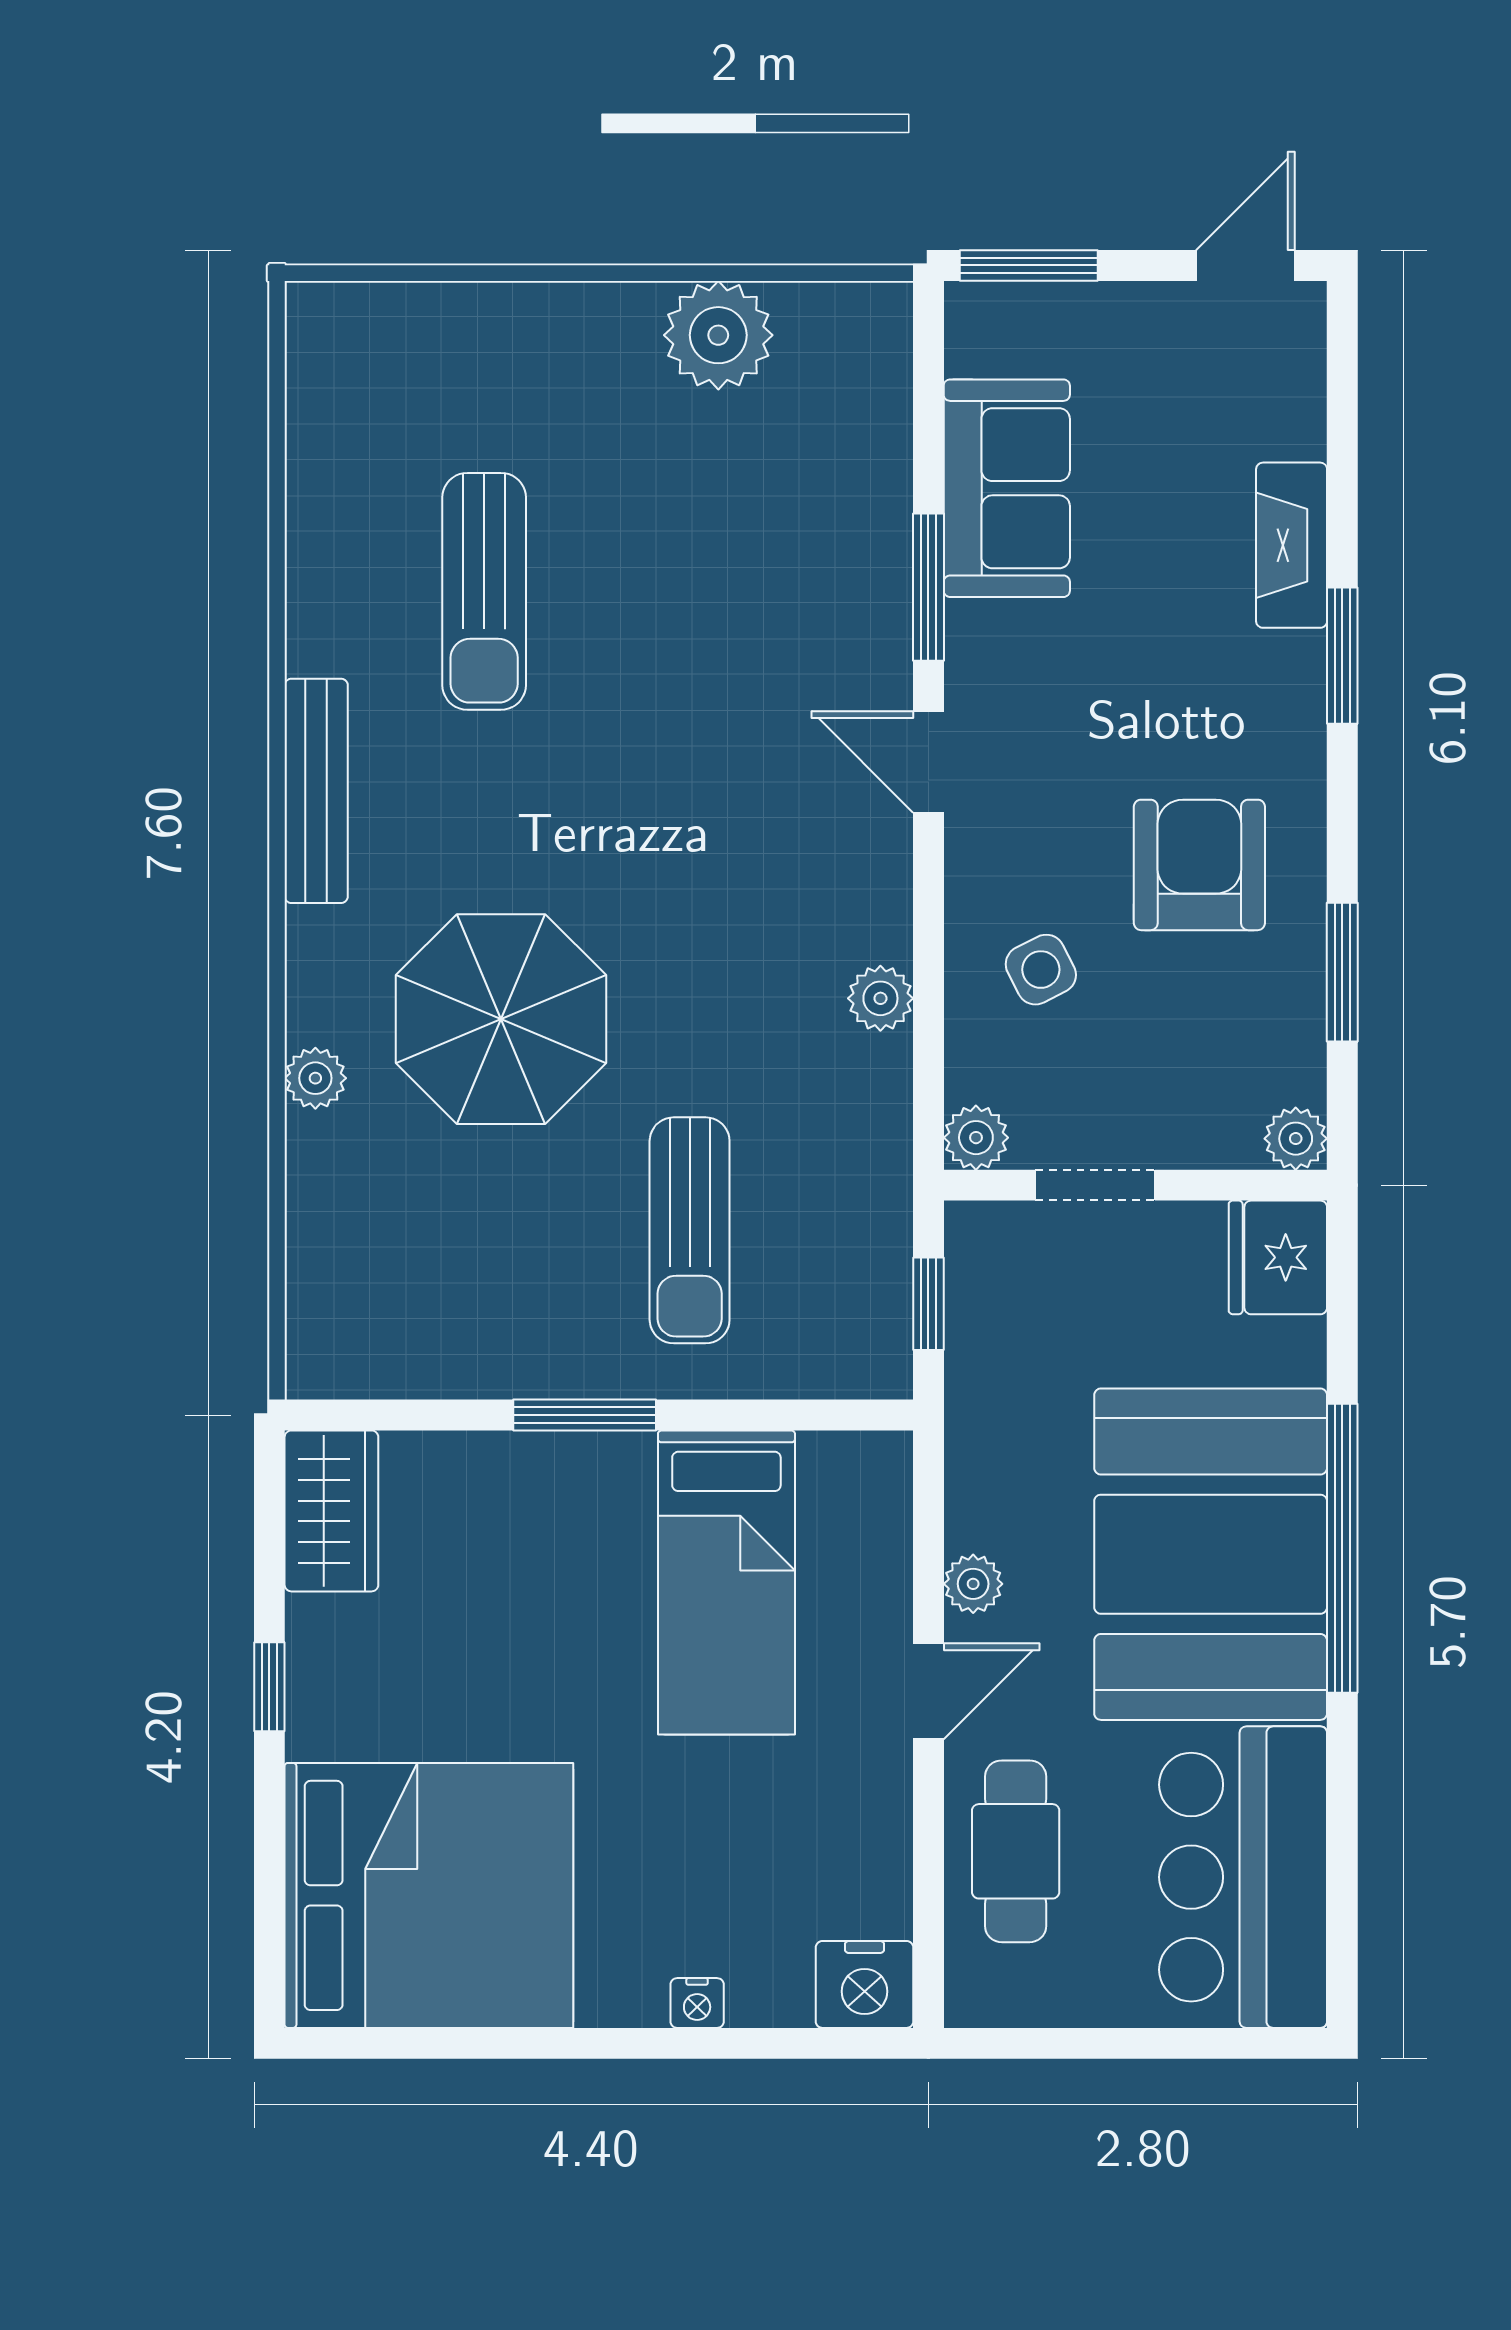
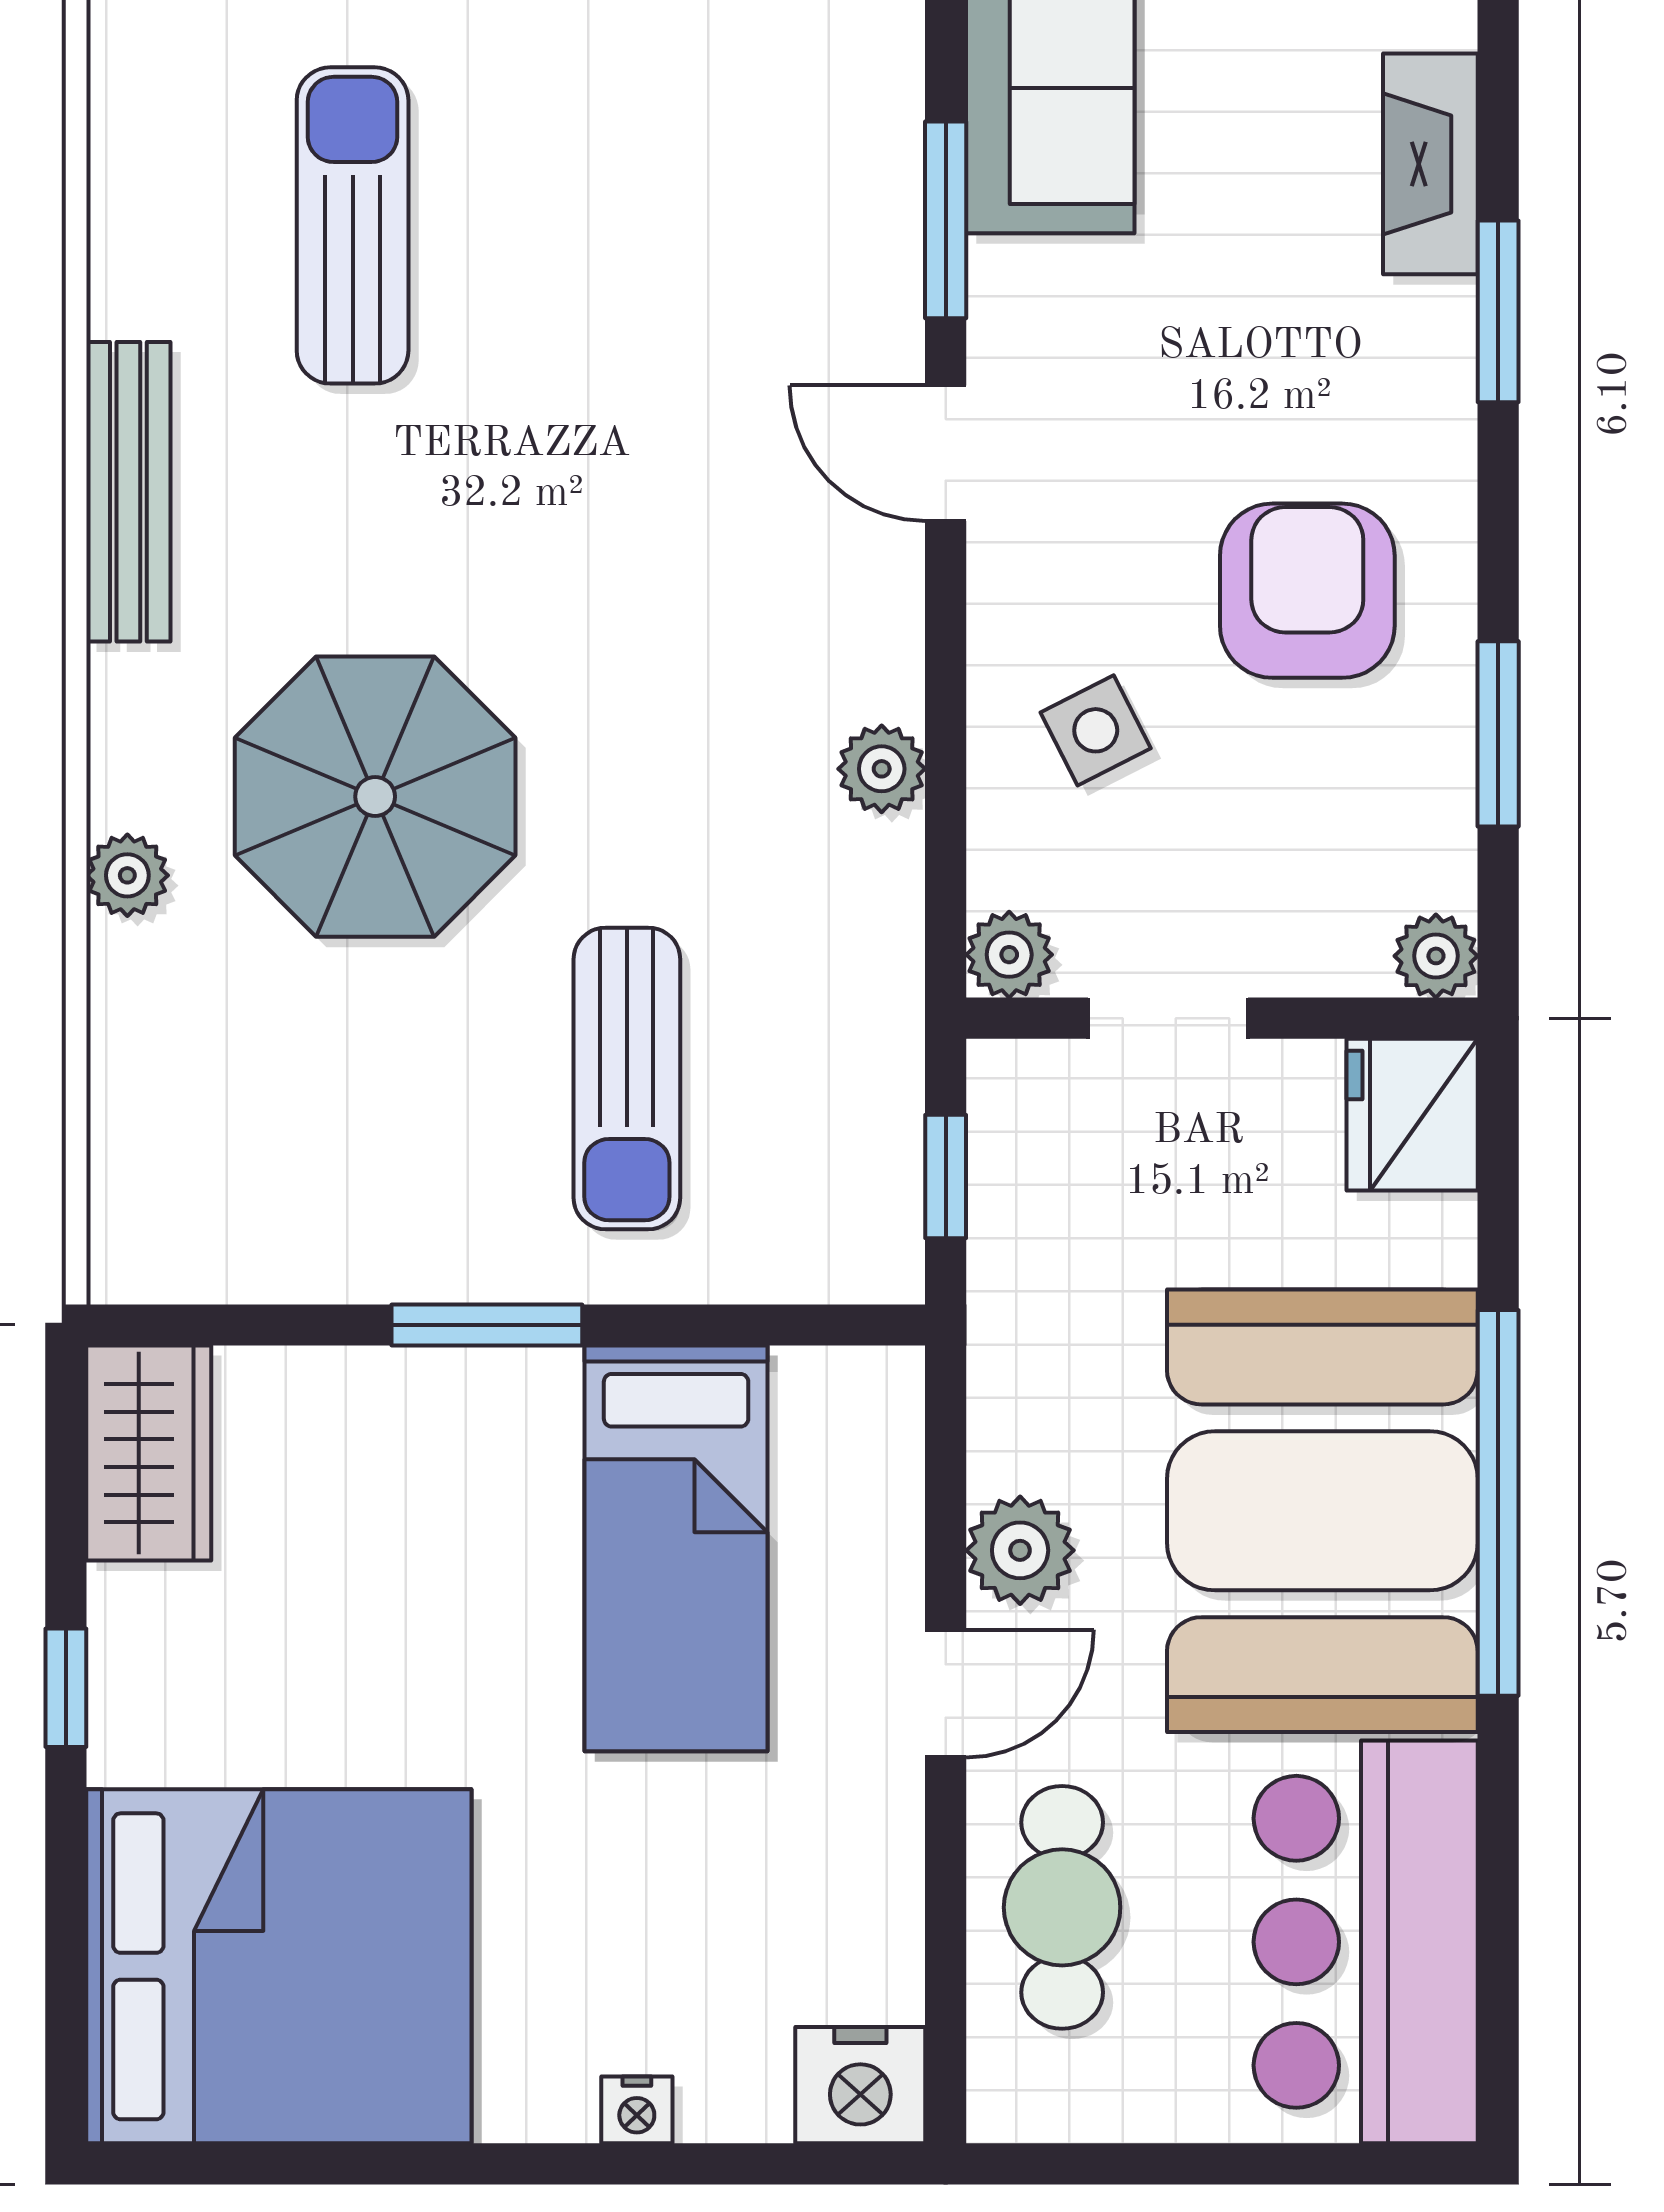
sun lounger: (484, 591) -> (353, 225), turned 180
plant: (973, 1584) -> (1020, 1550), width x1.38, depth x1.38

